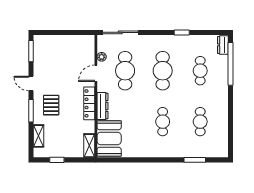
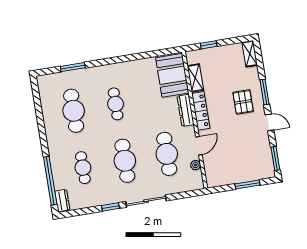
window: (59, 32) -> (247, 185), added
sliding door: (120, 32) -> (146, 201), moved
cafe table: (200, 122) -> (74, 111), width x1.37, depth x1.35
shelving: (38, 136) -> (250, 54), moved
shelving: (89, 146) -> (195, 78), moved
window: (57, 160) -> (209, 45), moved

